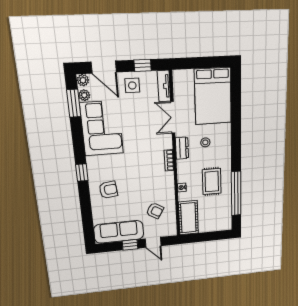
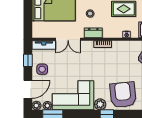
plant: (93, 163) -> (100, 104), added
armchair: (108, 190) -> (123, 95), width x1.88, depth x1.88

